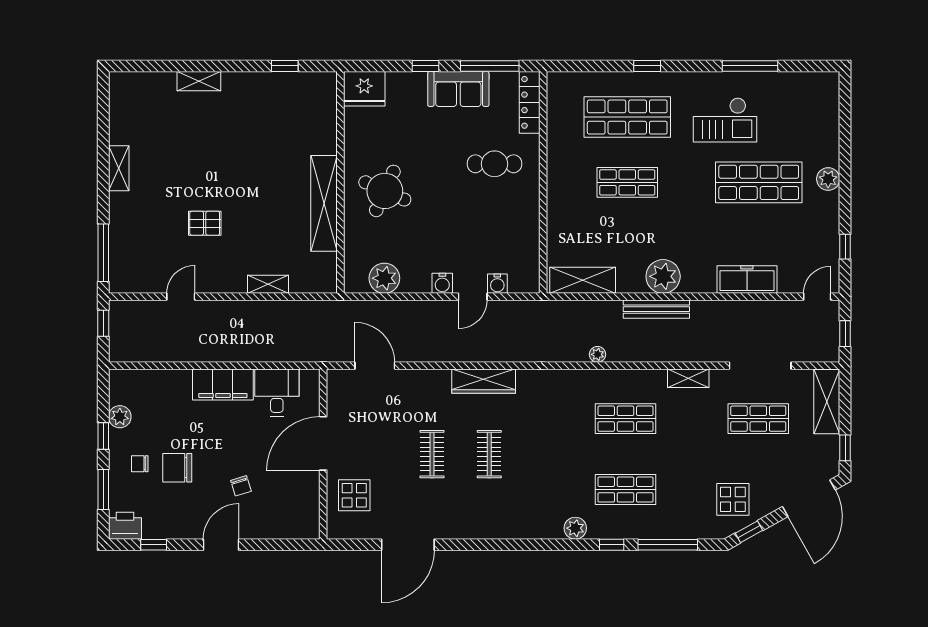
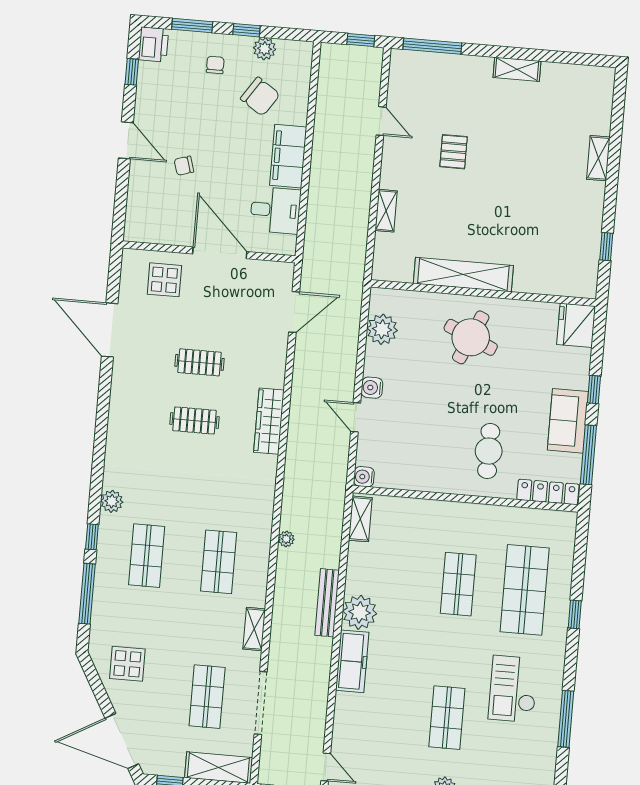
shop shelf: (759, 182) -> (447, 718), width x0.70, depth x0.74
shelving: (583, 280) -> (360, 519), width x0.67, depth x0.75
freezer: (747, 280) -> (352, 661), moved
water cooler: (497, 284) -> (364, 477), moved
chair: (177, 468) -> (260, 97), moved, turned 124
window: (749, 532) -> (93, 677), removed

